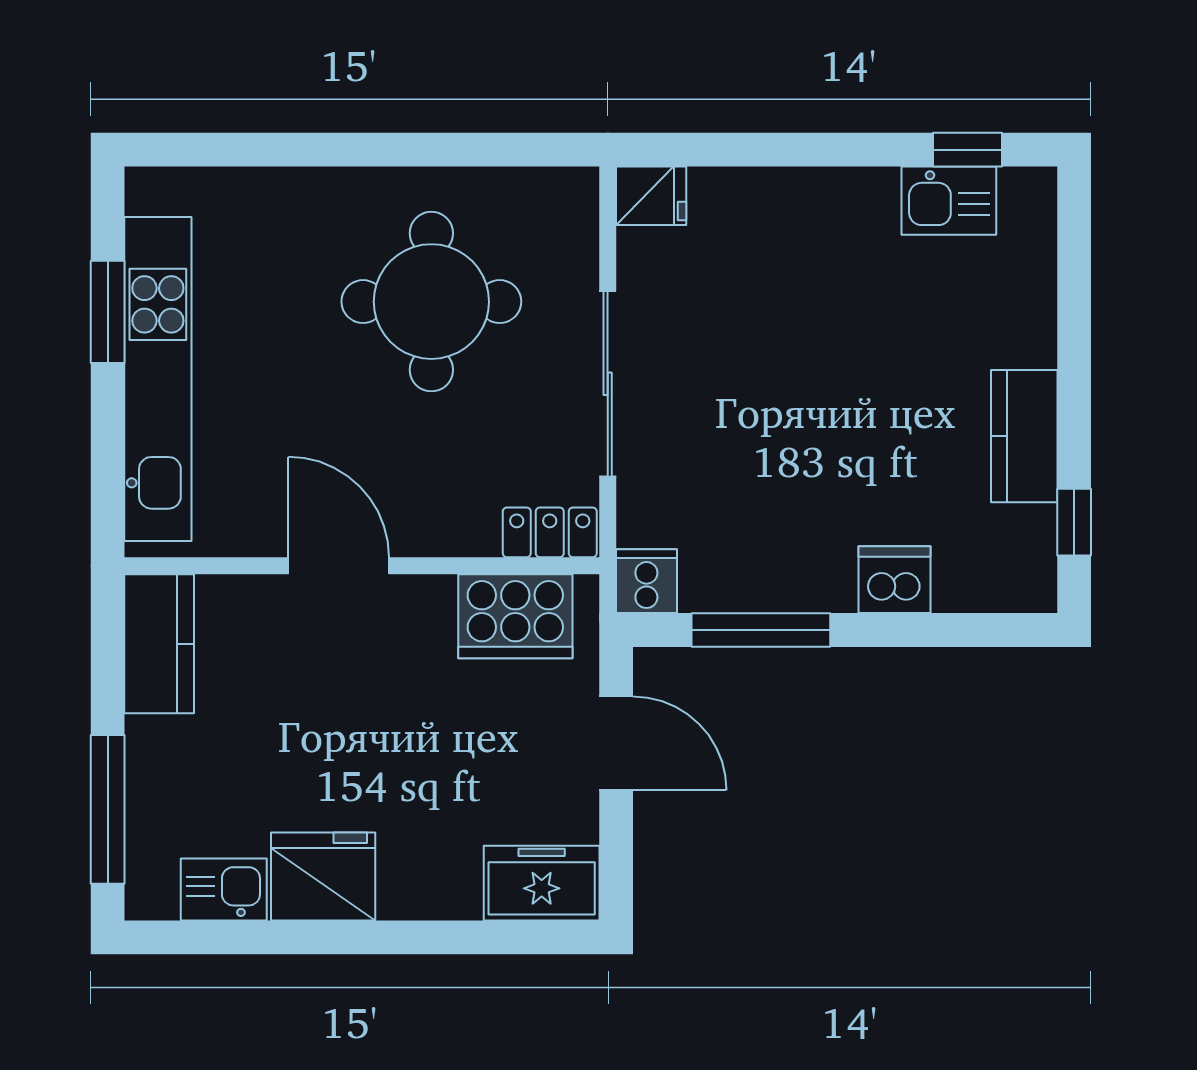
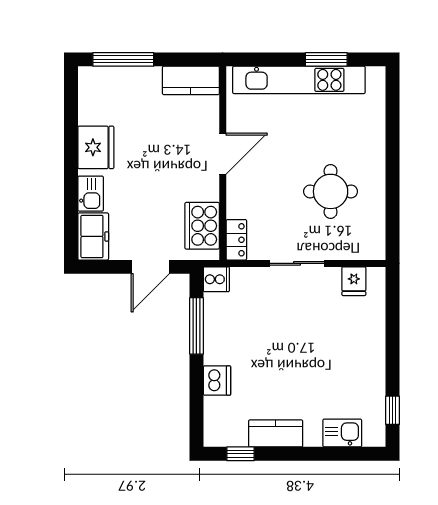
fridge: (651, 196) -> (354, 281), moved
kitchen sink: (949, 201) -> (342, 433), moved, turned 90
round table: (431, 302) -> (331, 191), width x0.73, depth x0.73
sliding door: (608, 384) -> (297, 263), width x0.73
kitchen sink: (224, 889) -> (91, 194), moved

